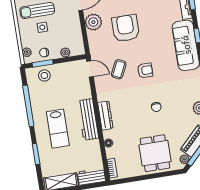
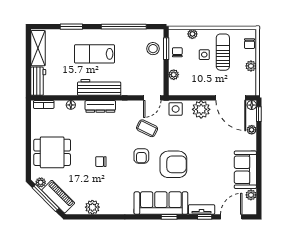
armchair: (126, 28) -> (173, 164), moved
side table: (97, 46) -> (176, 109), added
plant: (27, 52) -> (192, 34), moved

